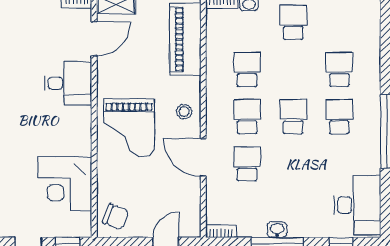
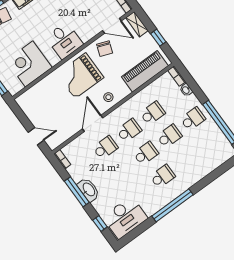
school desk: (339, 69) -> (169, 136), moved
desk: (68, 83) -> (64, 41), moved
chair: (116, 217) -> (105, 49), moved
washbasin: (277, 230) -> (89, 190), width x1.91, depth x1.45

